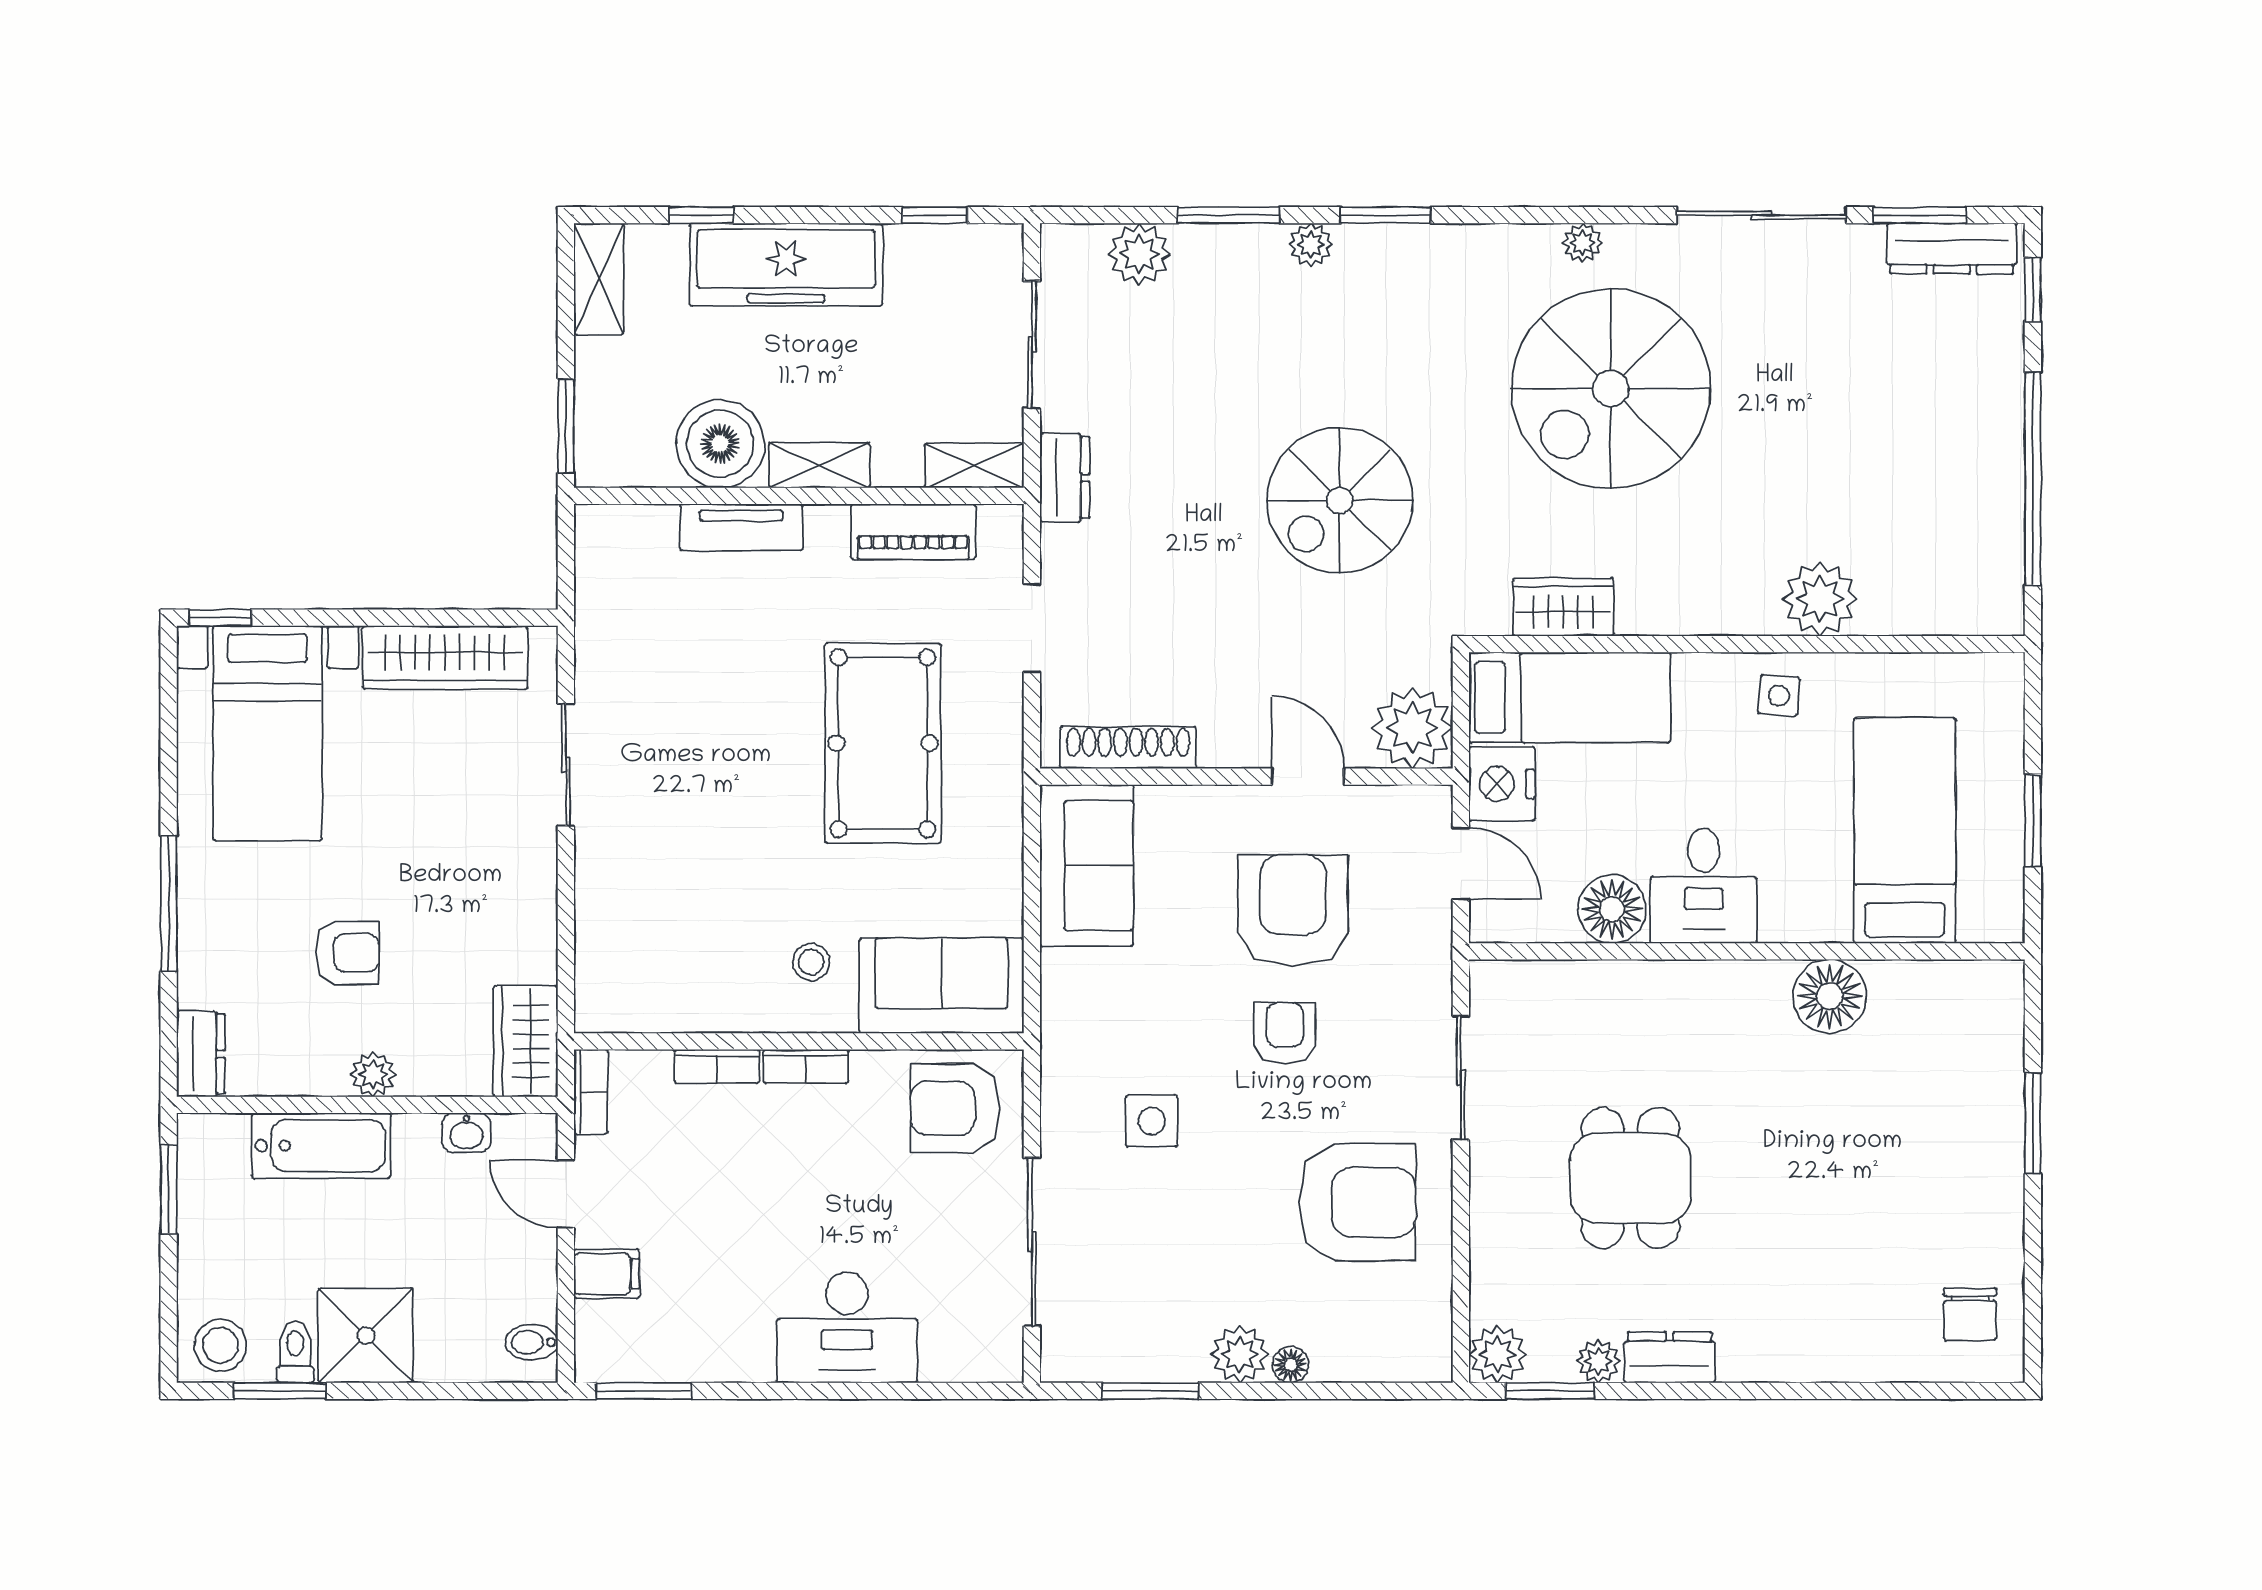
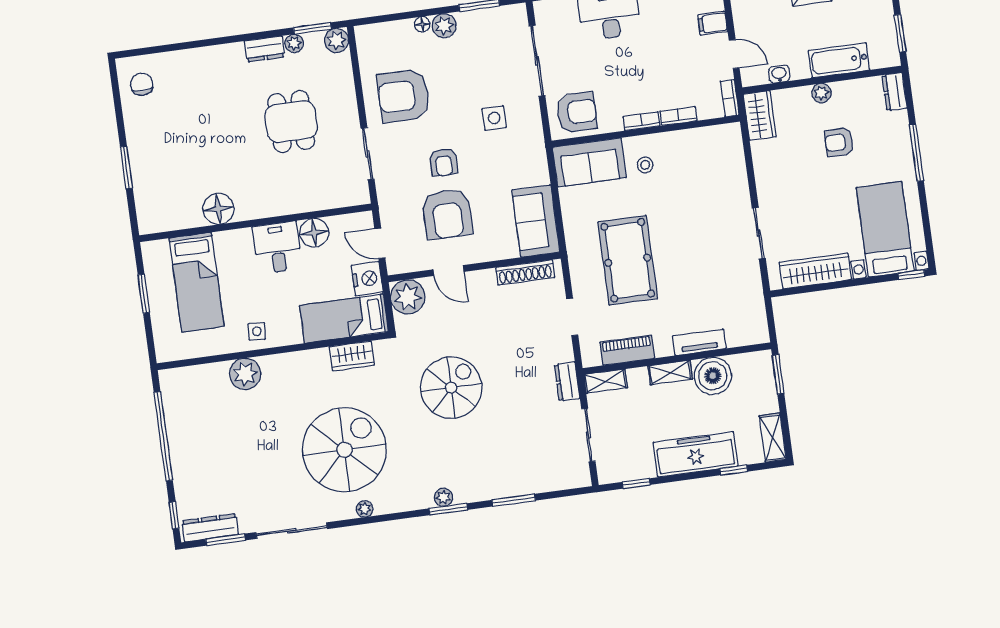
plant: (1311, 245) -> (443, 497), moved
plant: (1139, 254) -> (549, 479), removed

